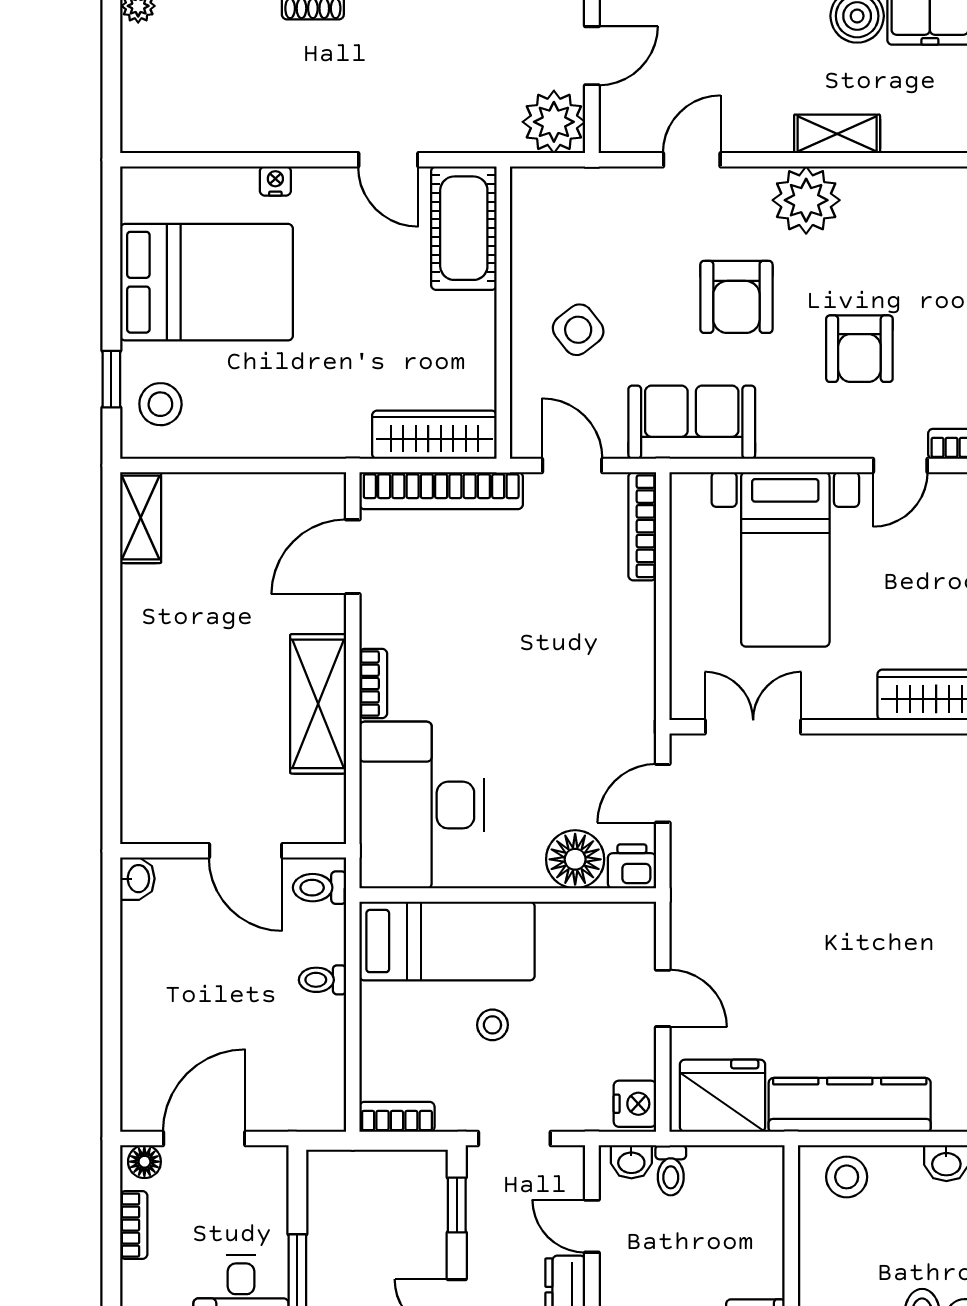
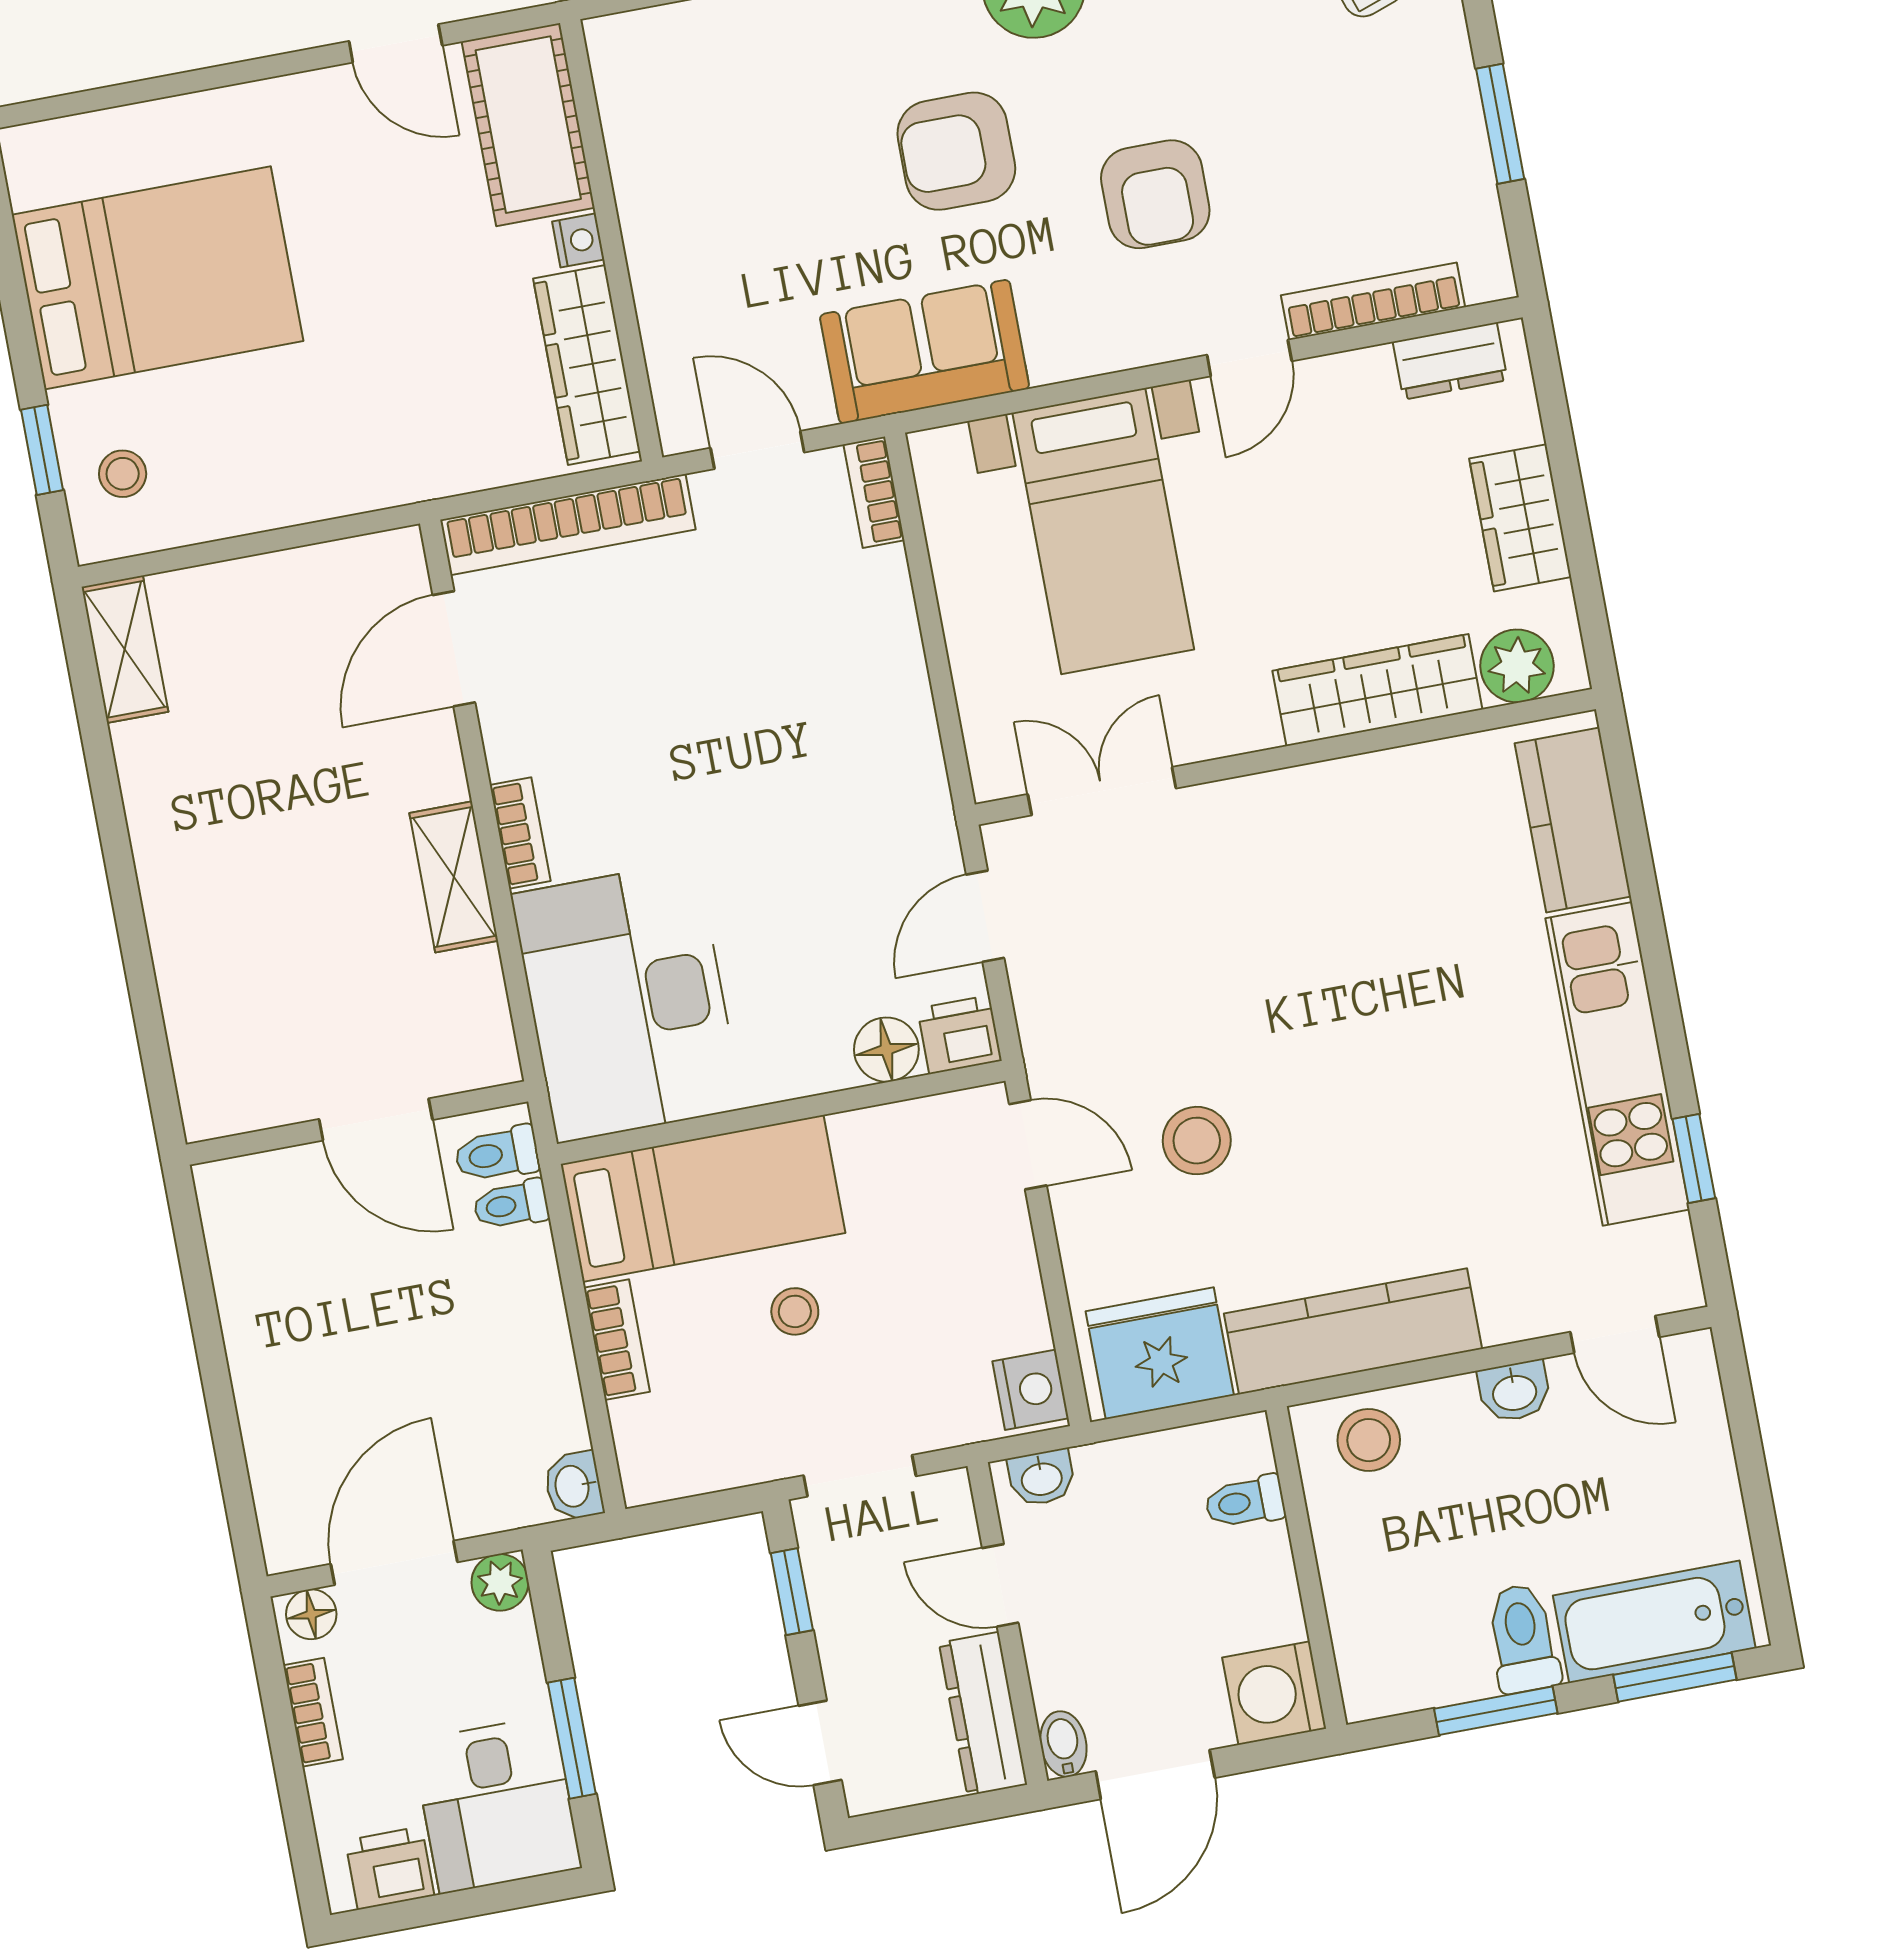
nightstand: (275, 181) -> (578, 240), moved, turned 90
armchair: (736, 297) -> (956, 151), turned 90
side table: (578, 330) -> (728, 245), removed
stool: (160, 404) -> (123, 474), width x0.73, depth x0.73
wardrobe: (434, 435) -> (587, 365), moved, turned -90
bookcase: (642, 526) -> (874, 492), width x0.64
shelving: (318, 704) -> (454, 877), width x0.67, depth x0.75
floor lamp: (575, 859) -> (886, 1050), width x0.73, depth x0.73
washbasin: (137, 879) -> (574, 1486), moved, turned 180
stool: (772, 963) -> (1197, 1141), added
toilet: (322, 980) -> (511, 1205), moved
door: (663, 998) -> (1028, 1145), moved
bookcase: (397, 1117) -> (617, 1340), moved, turned 90
plant: (270, 1164) -> (500, 1582), added
toilet: (671, 1170) -> (1245, 1502), moved, turned 90

